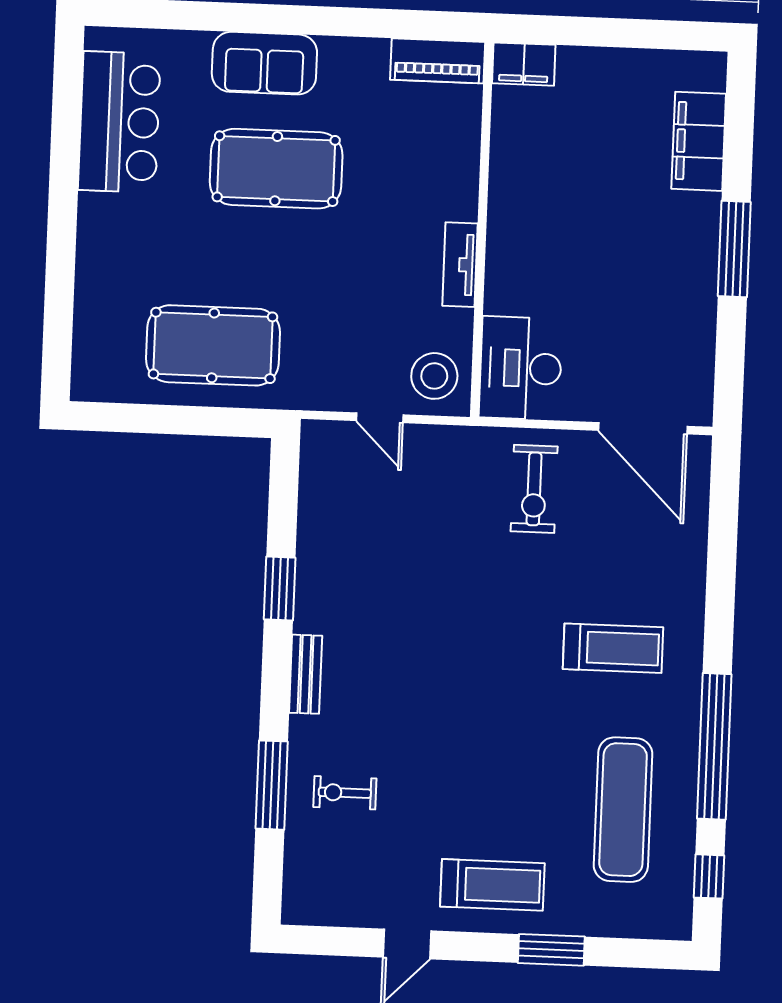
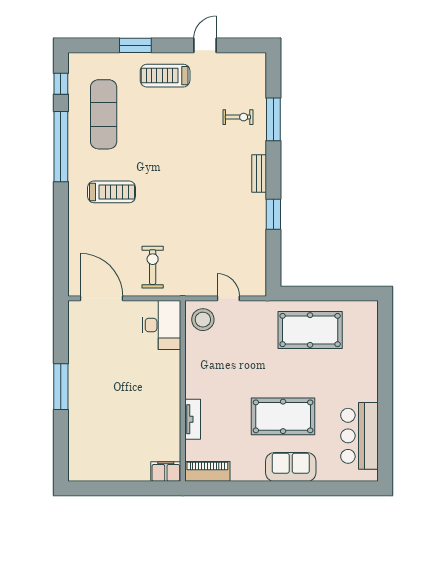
filing cabinet: (699, 141) -> (80, 438), removed
tv unit: (460, 265) -> (193, 419), moved
treadmill: (613, 648) -> (112, 192), turned 180

